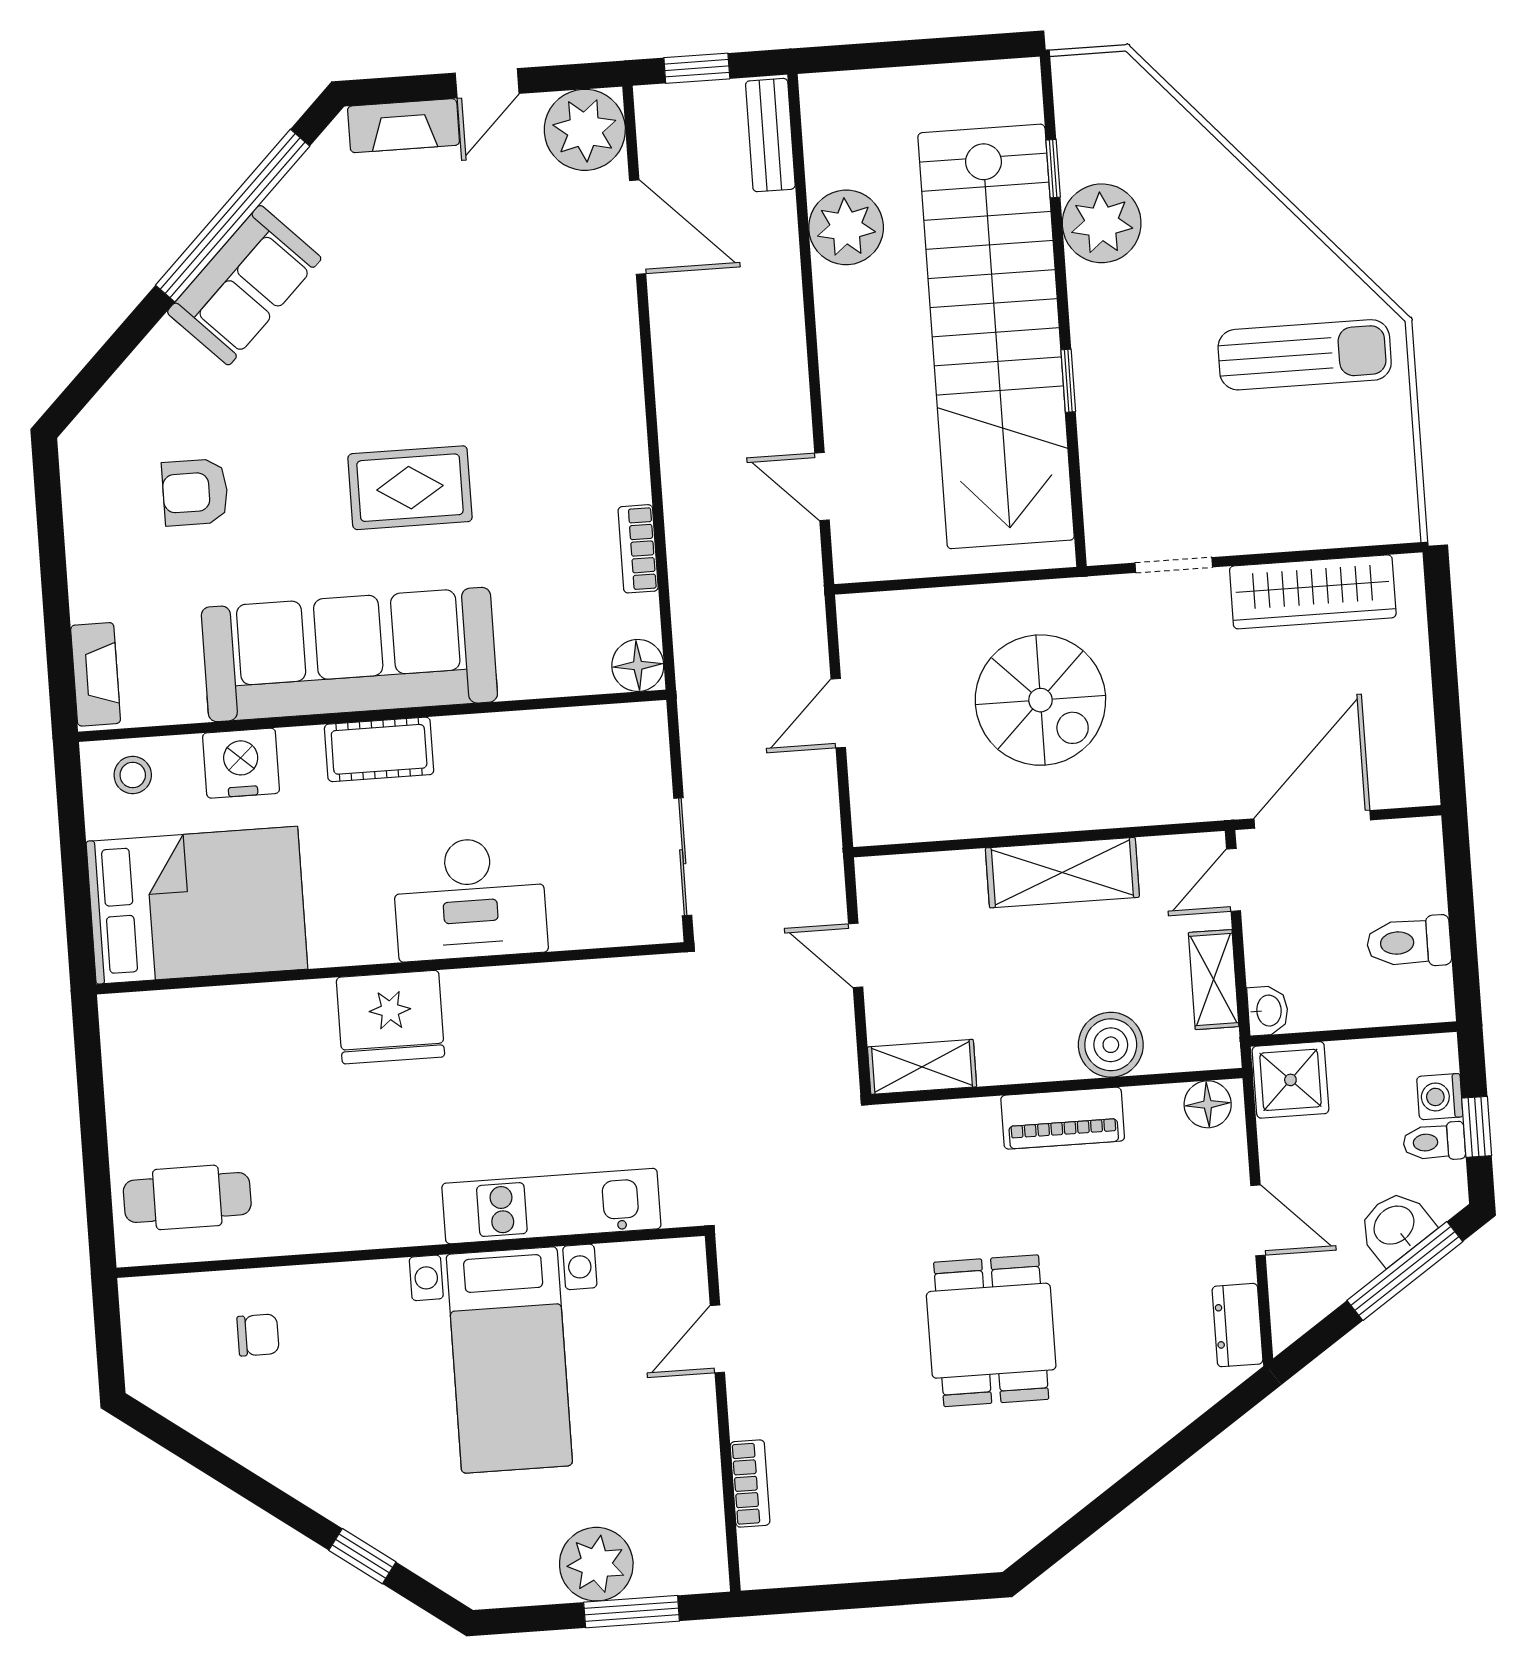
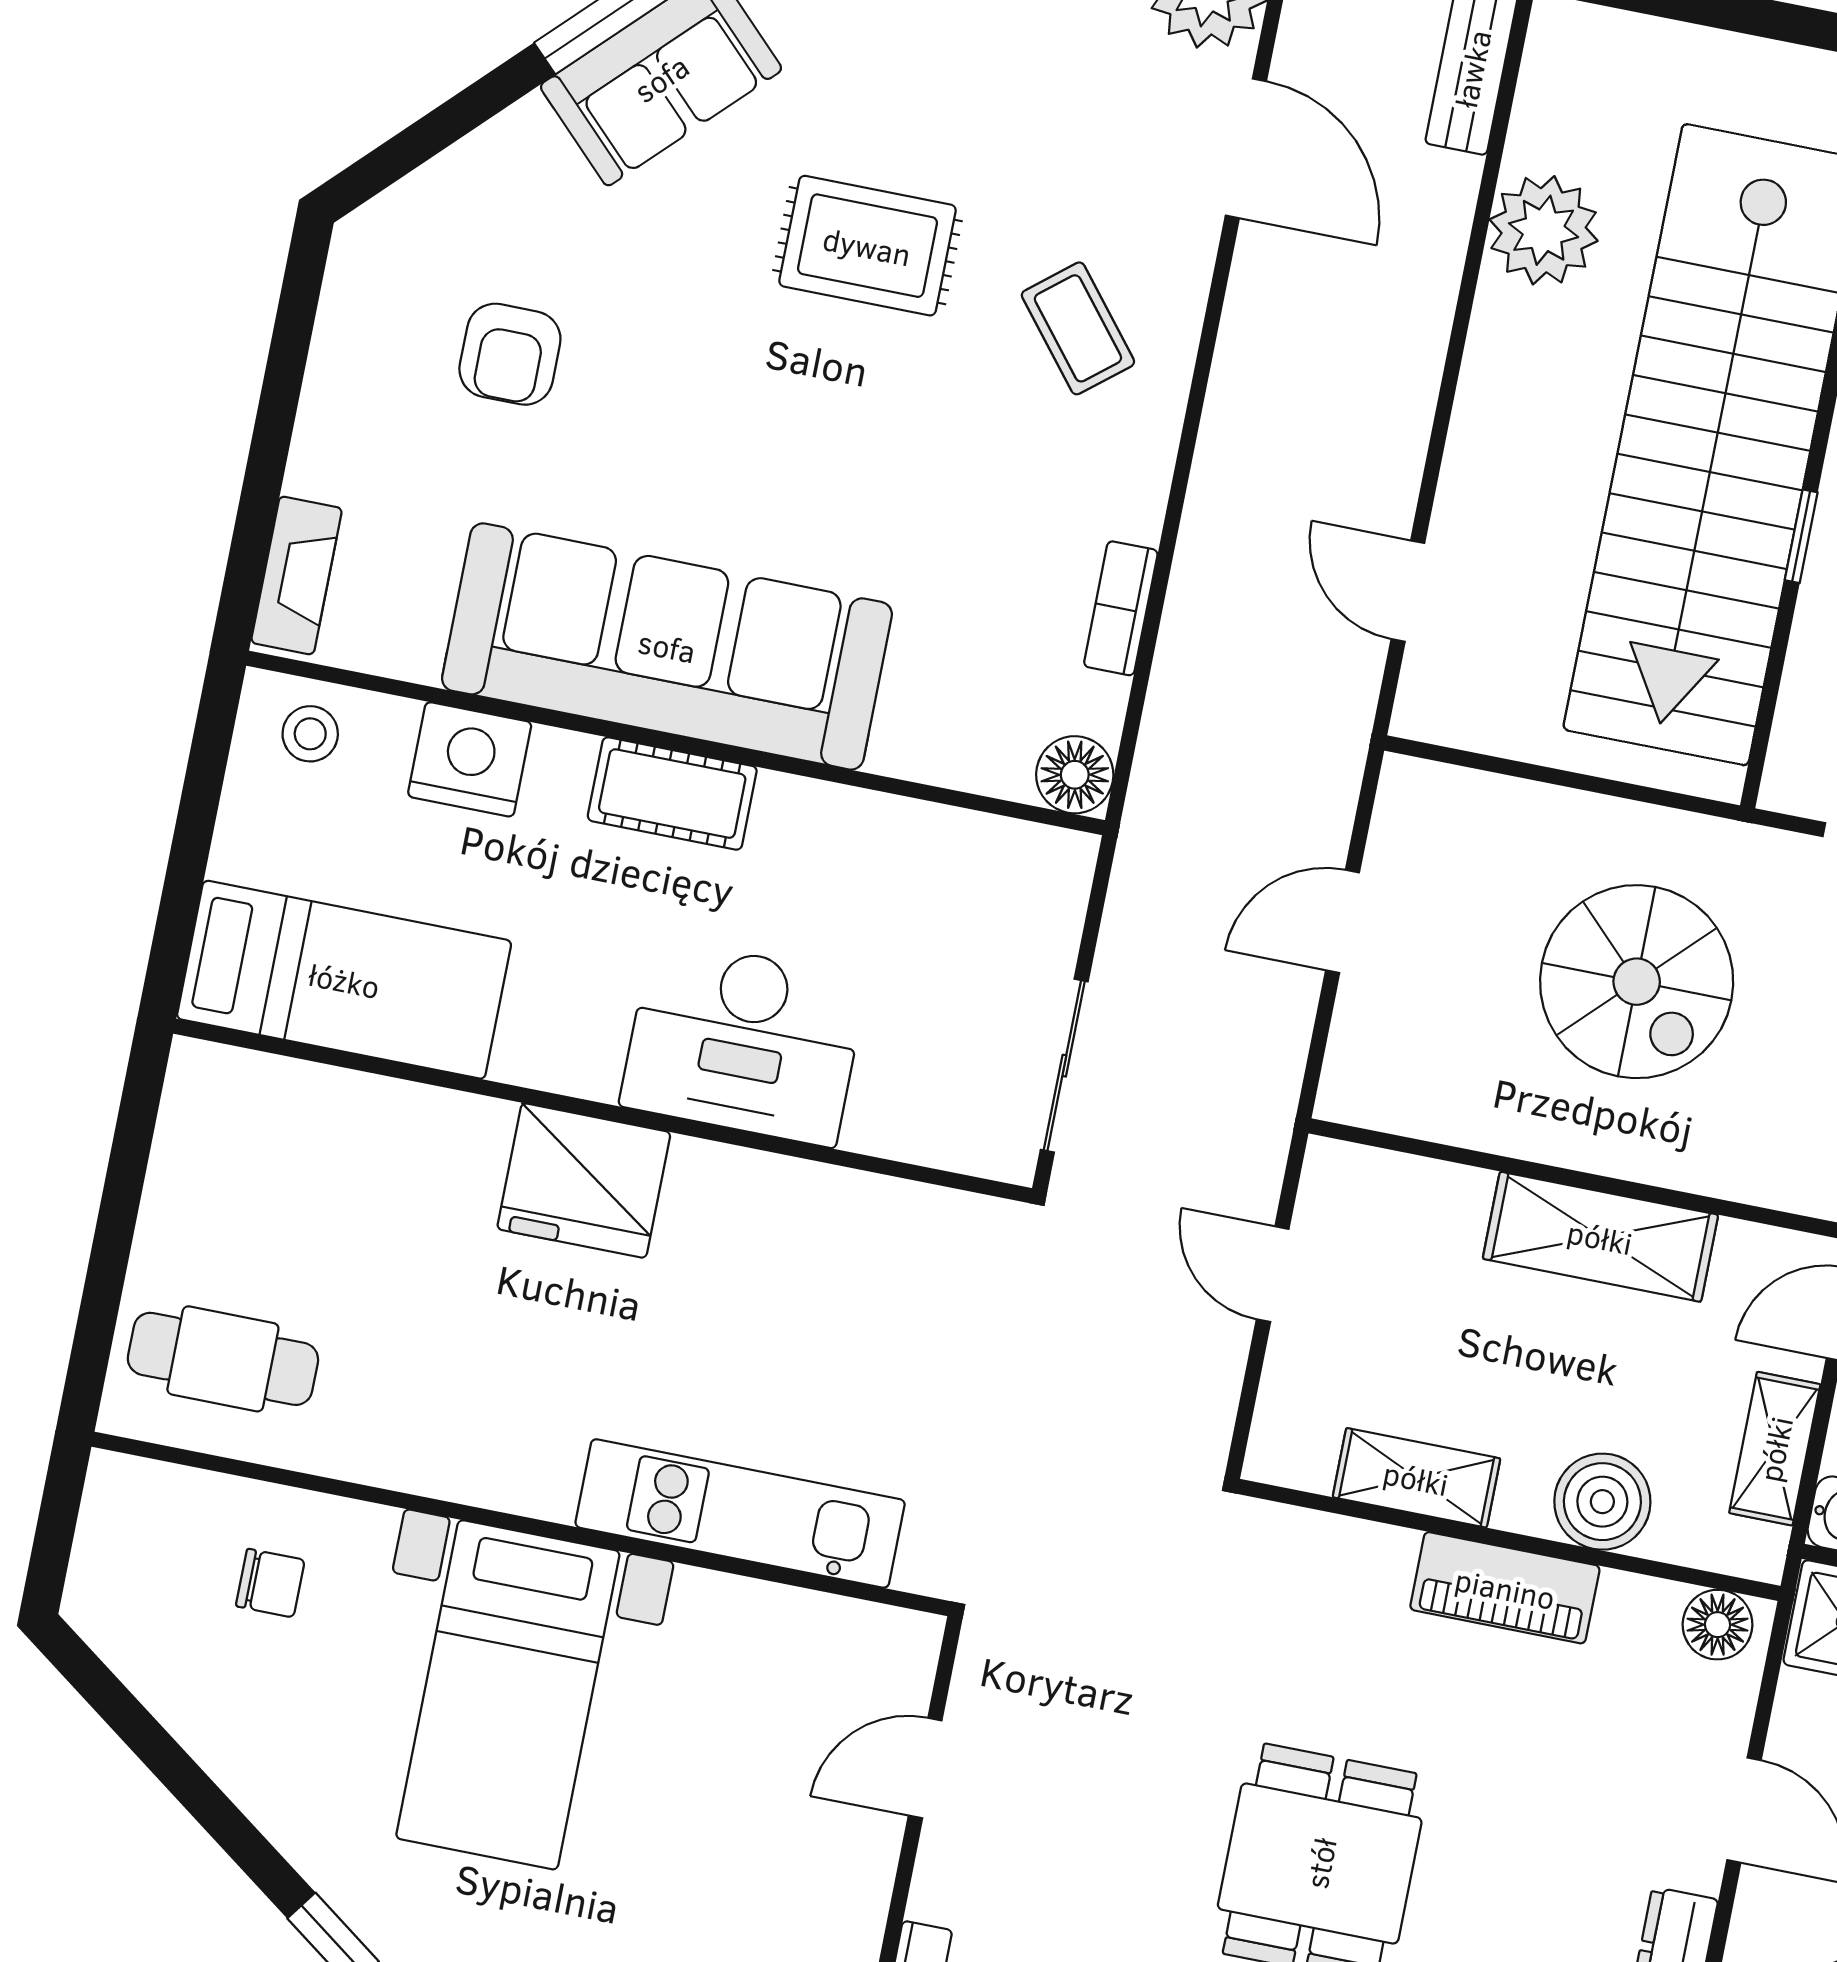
coffee table: (560, 374) -> (1078, 328), added
rug: (410, 488) -> (867, 246), moved
armchair: (195, 492) -> (510, 354), turned -90
bed: (197, 905) -> (344, 980), width x0.67
shelving: (922, 1067) -> (1416, 1478), moved
bed with nightstands: (509, 1360) -> (508, 1695), moved

